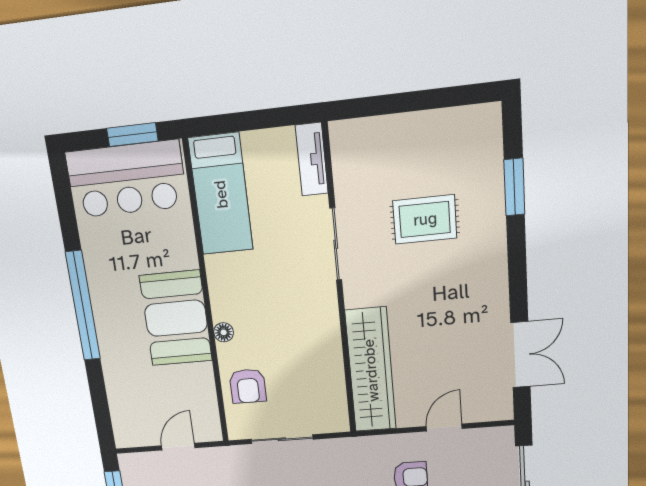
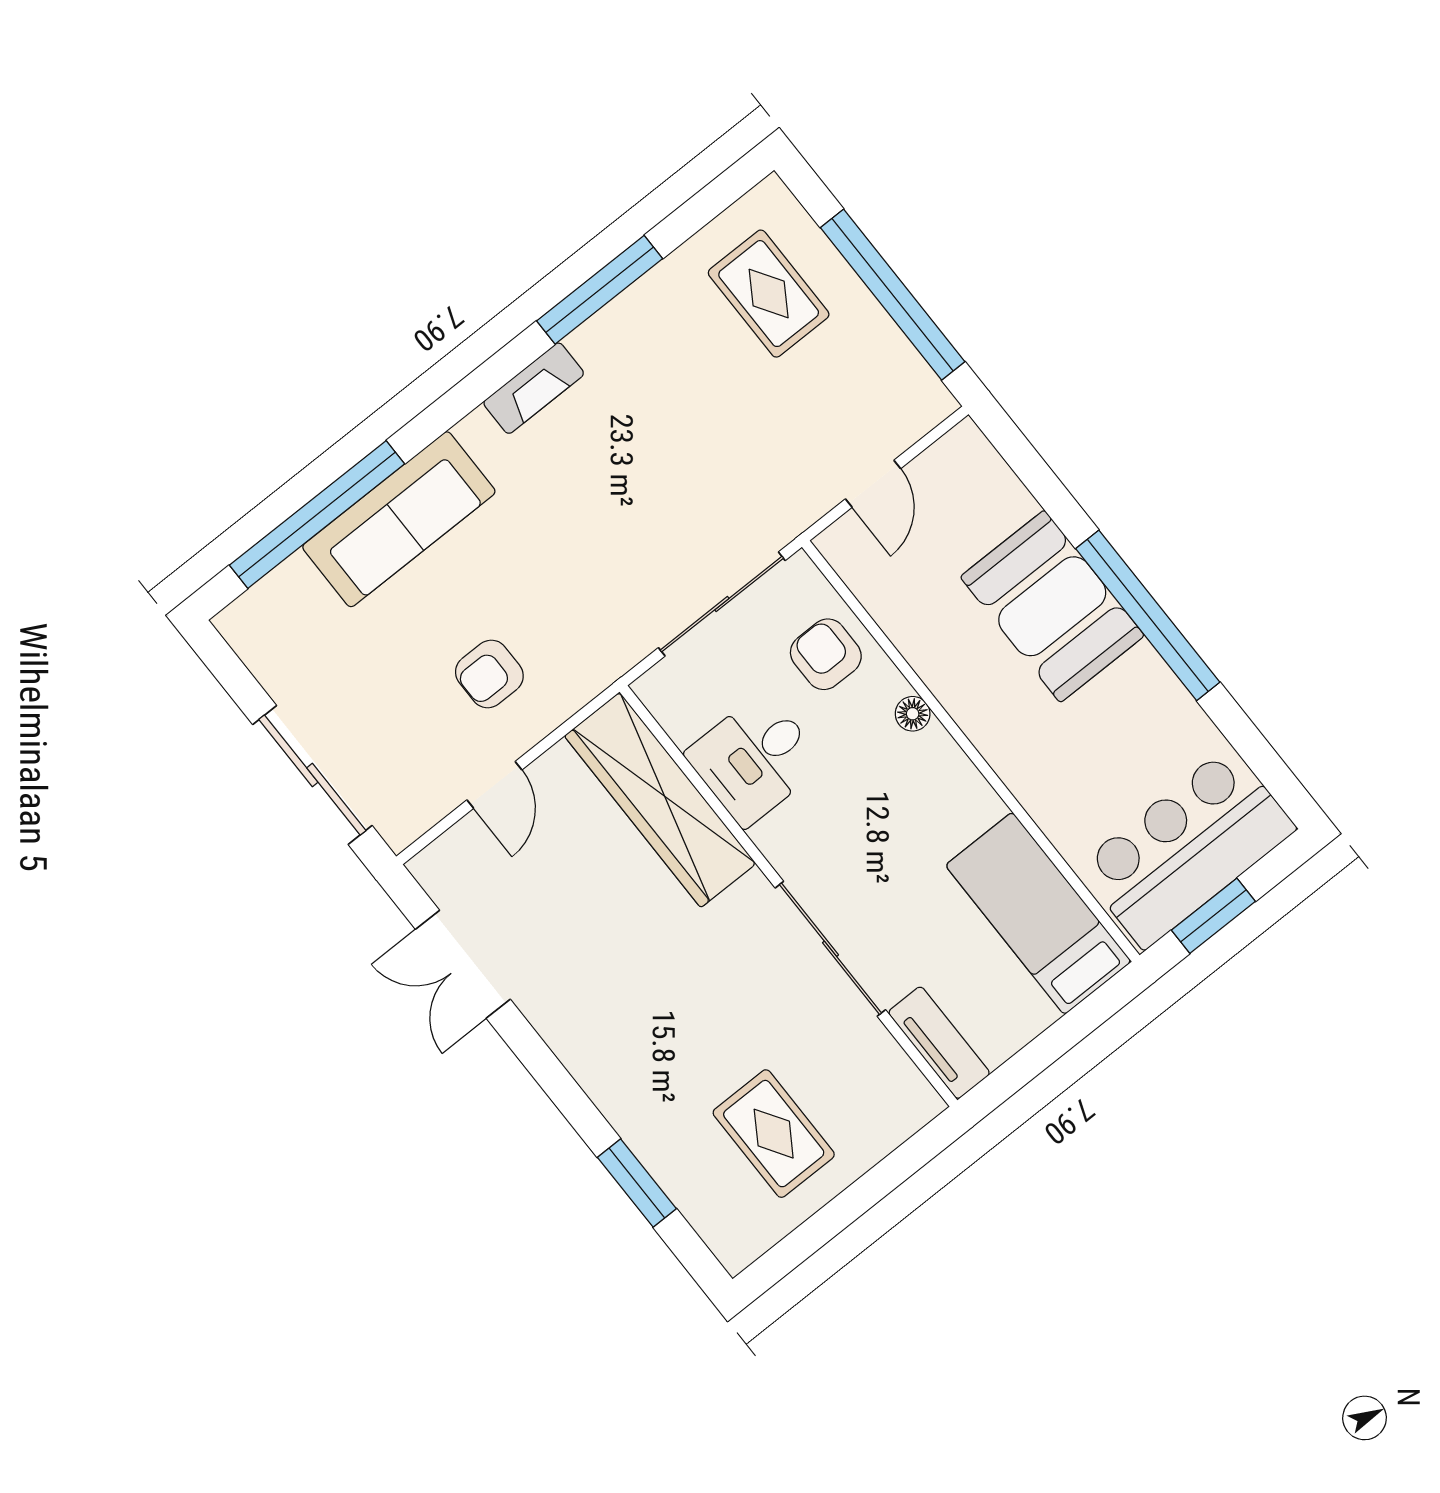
rug: (425, 219) -> (774, 1134), moved, turned 90
sliding door: (336, 244) -> (830, 949), width x1.37
booth: (176, 318) -> (1052, 606), moved
desk: (313, 360) -> (755, 759), added
sliding door: (282, 439) -> (722, 604), width x1.37

